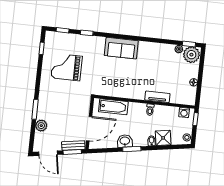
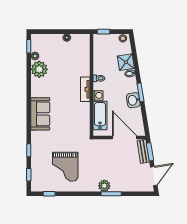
plant: (191, 55) -> (39, 69), moved
tv unit: (157, 97) -> (85, 89), moved
washing machine: (184, 112) -> (98, 95), moved
plant: (41, 126) -> (104, 186), moved

